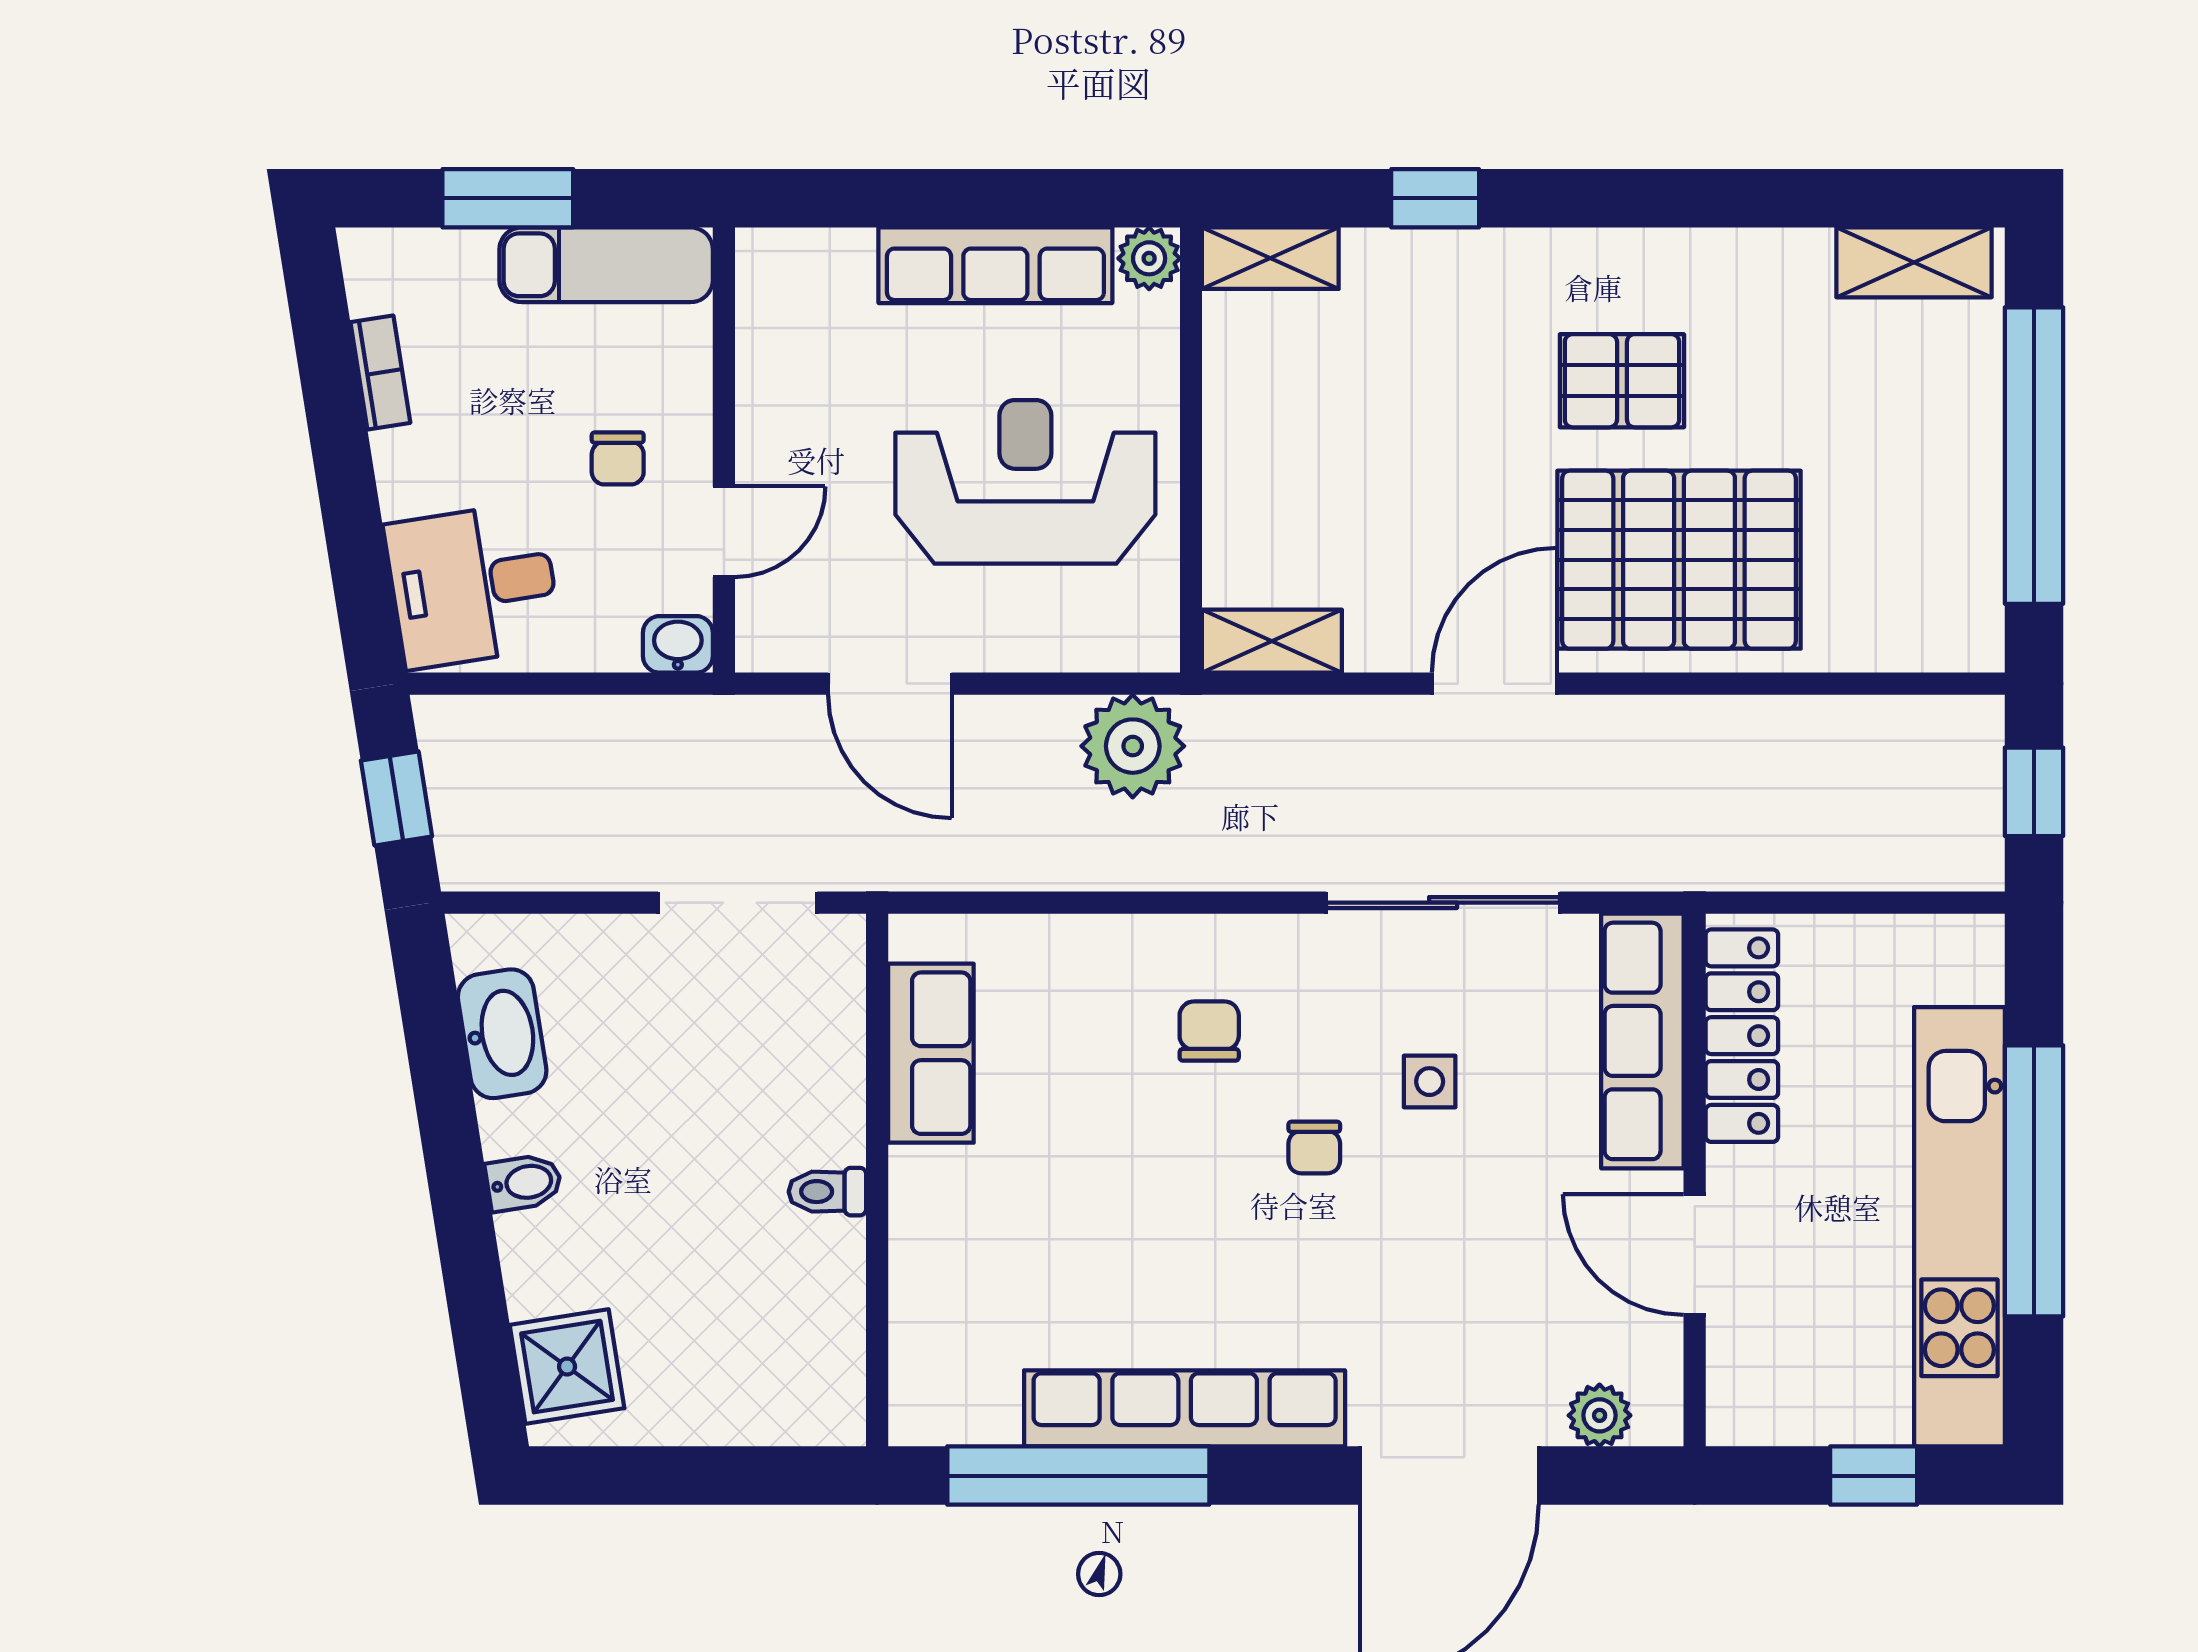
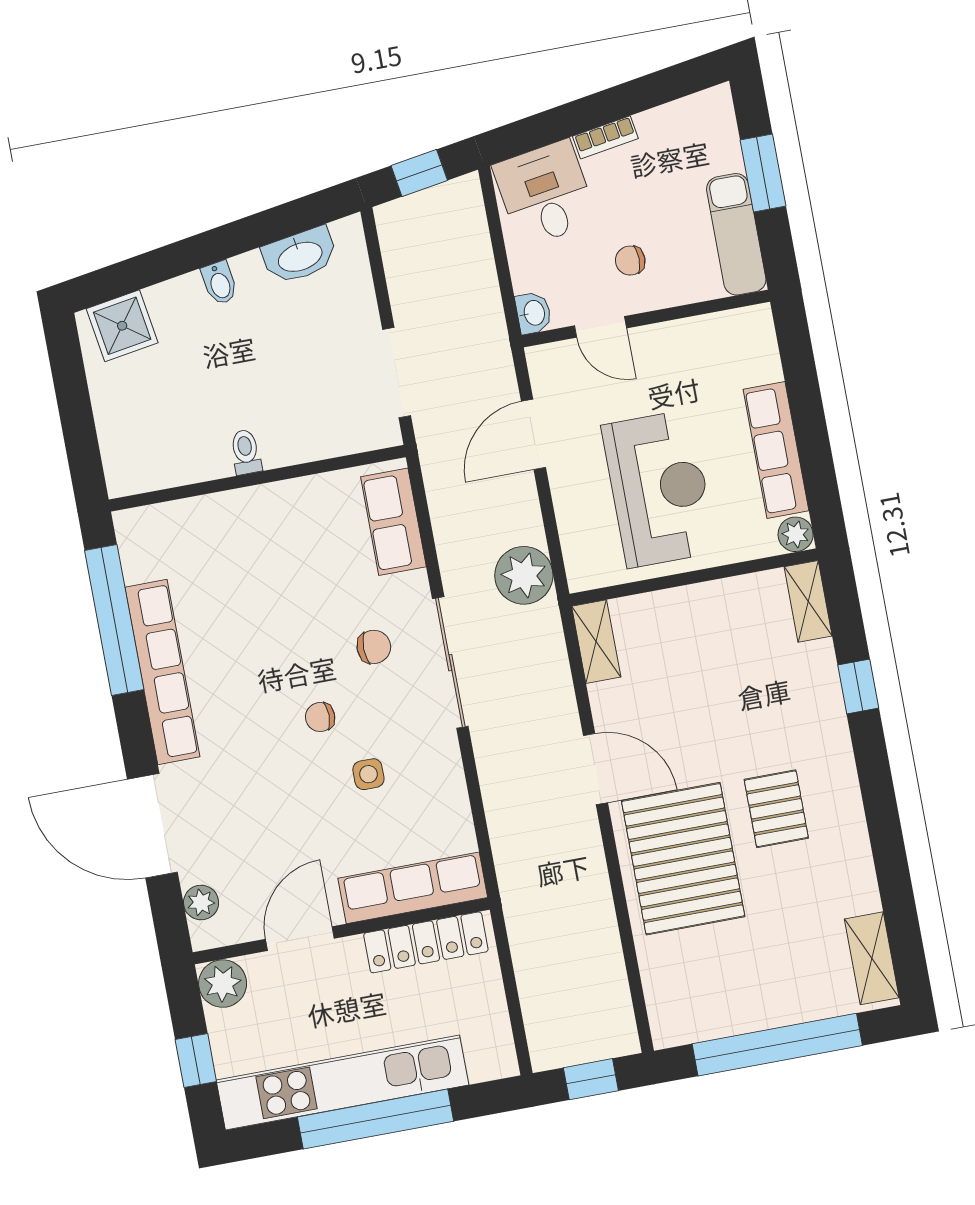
bookcase: (380, 373) -> (605, 137), moved
sliding door: (1443, 903) -> (450, 663), moved
row of seats: (931, 1053) -> (393, 522), moved, turned 90
plant: (1748, 1404) -> (223, 984), added

